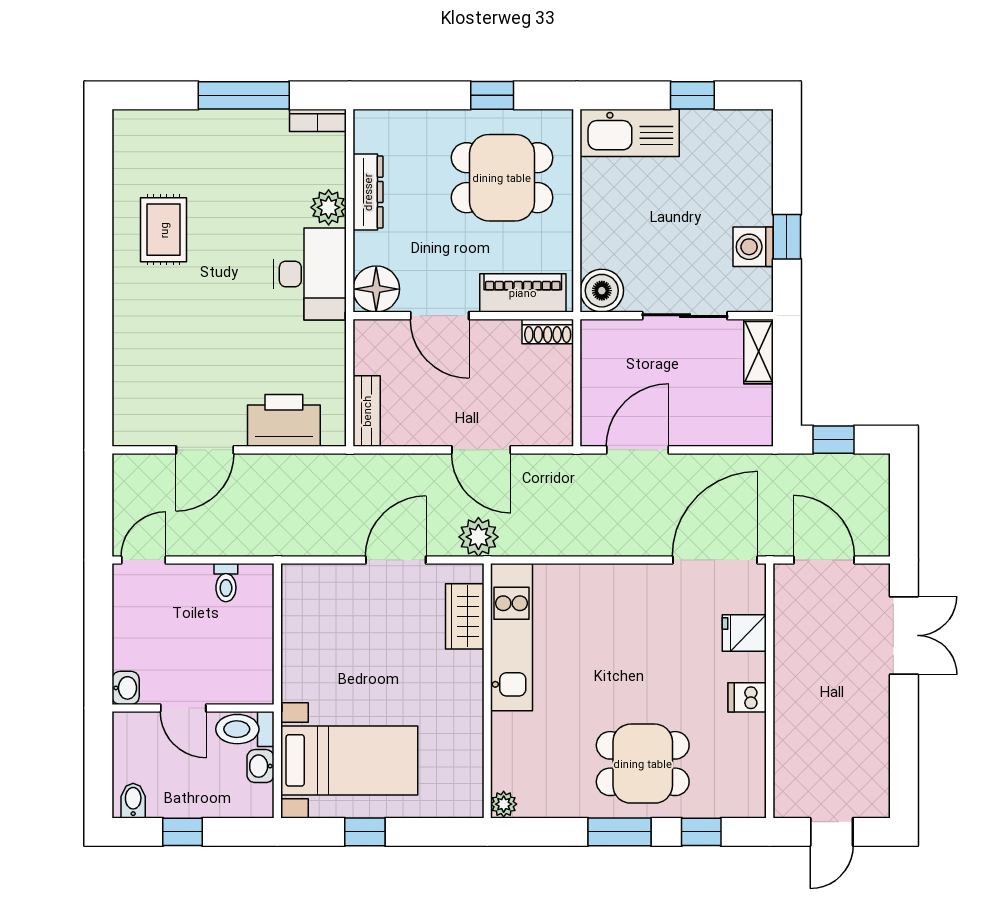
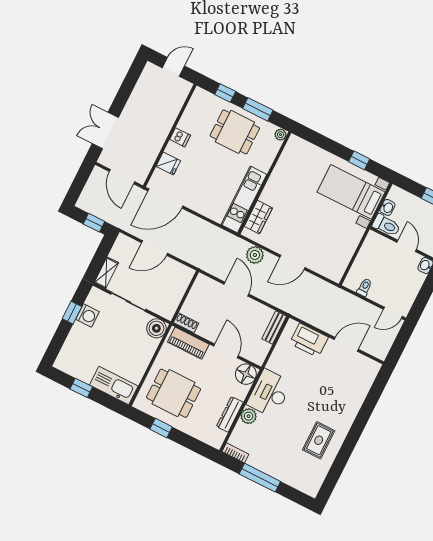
door: (638, 450) -> (155, 248), moved
wardrobe: (465, 616) -> (258, 217), moved
kitchen unit: (512, 637) -> (244, 199), moved
wall: (487, 691) -> (264, 183), moved
plant: (504, 804) -> (280, 135), moved

